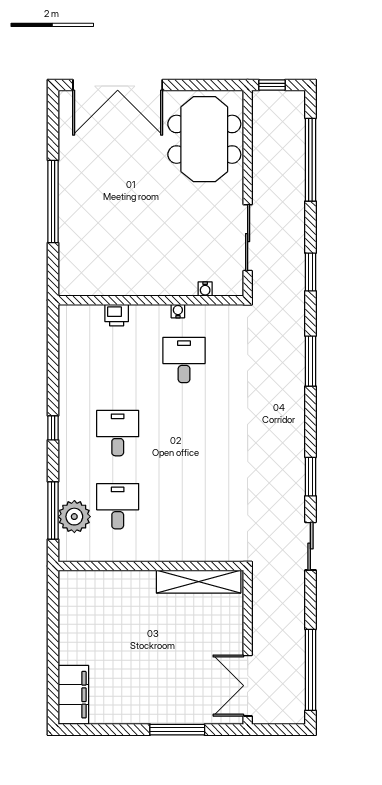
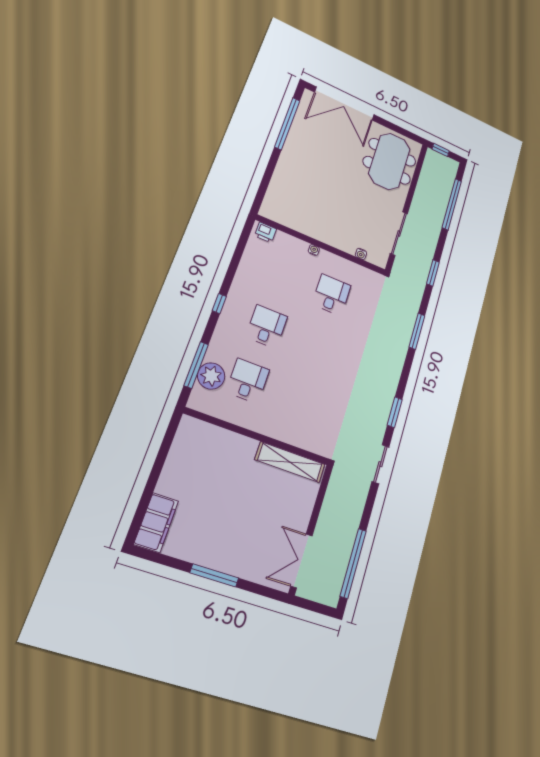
window: (53, 201) -> (287, 124), moved
water cooler: (178, 311) -> (314, 250), moved
printer: (117, 315) -> (265, 232), moved
window: (177, 730) -> (214, 576), moved

